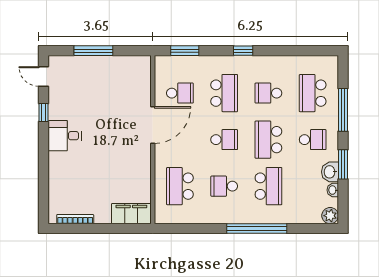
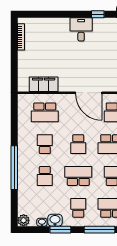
school desk: (313, 140) -> (78, 208), turned 180
school desk: (180, 186) -> (45, 112), turned 180
school desk: (268, 186) -> (45, 176), width x0.54
filing cabinet: (131, 214) -> (44, 84), moved, turned -90

